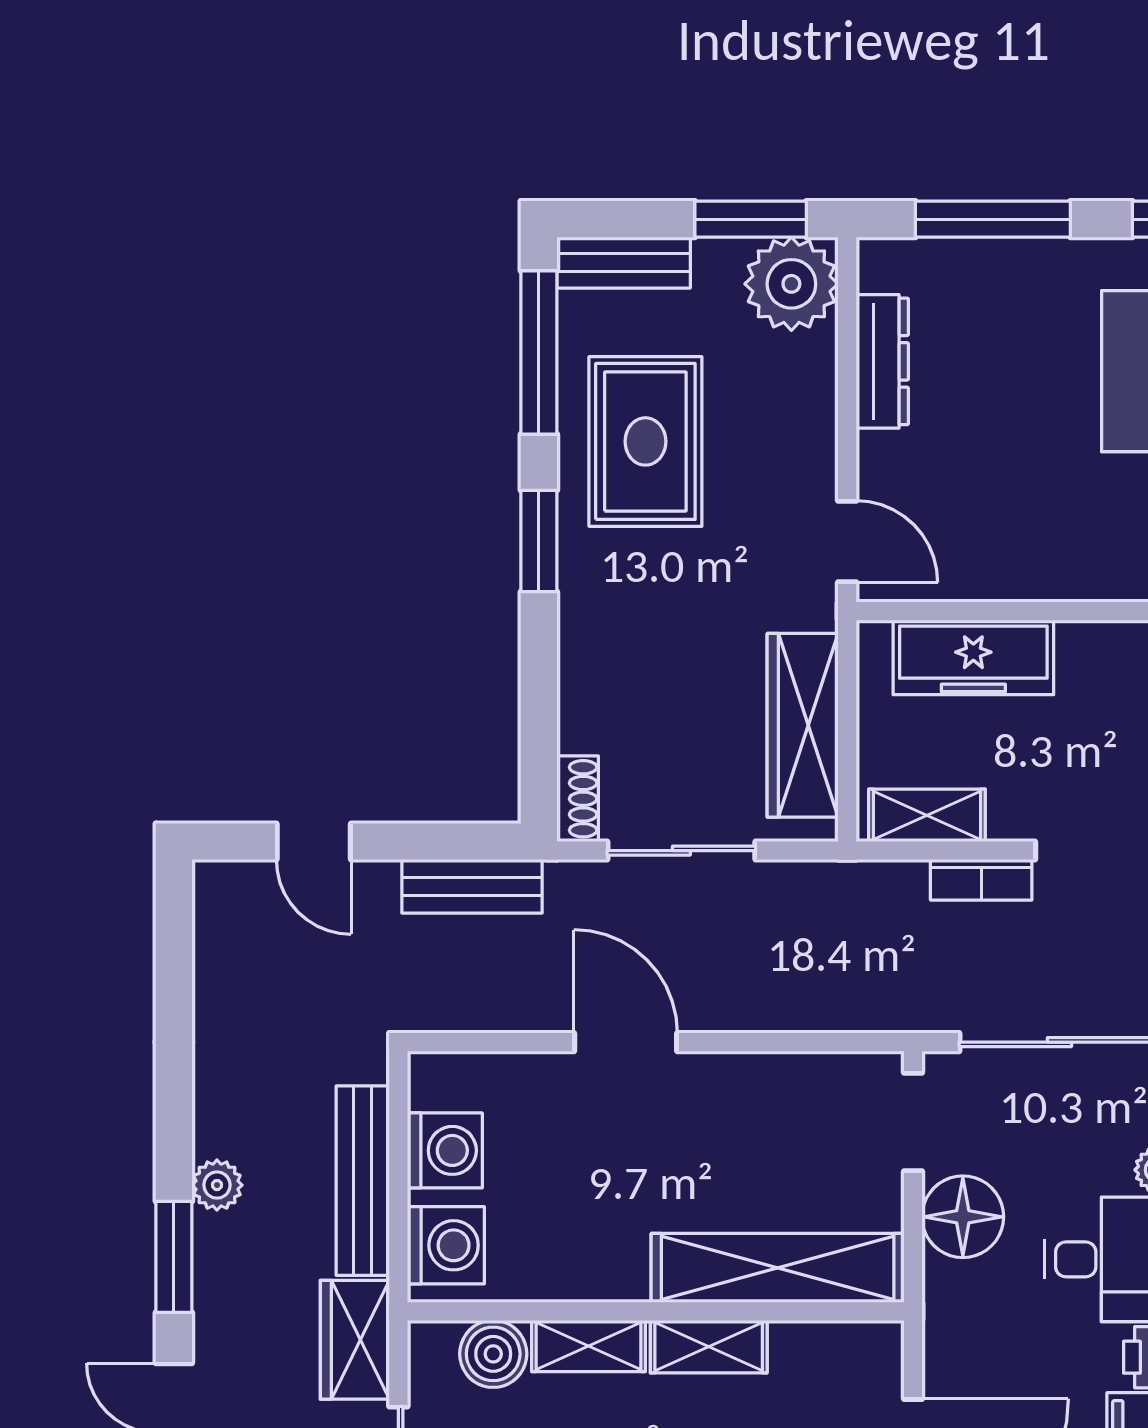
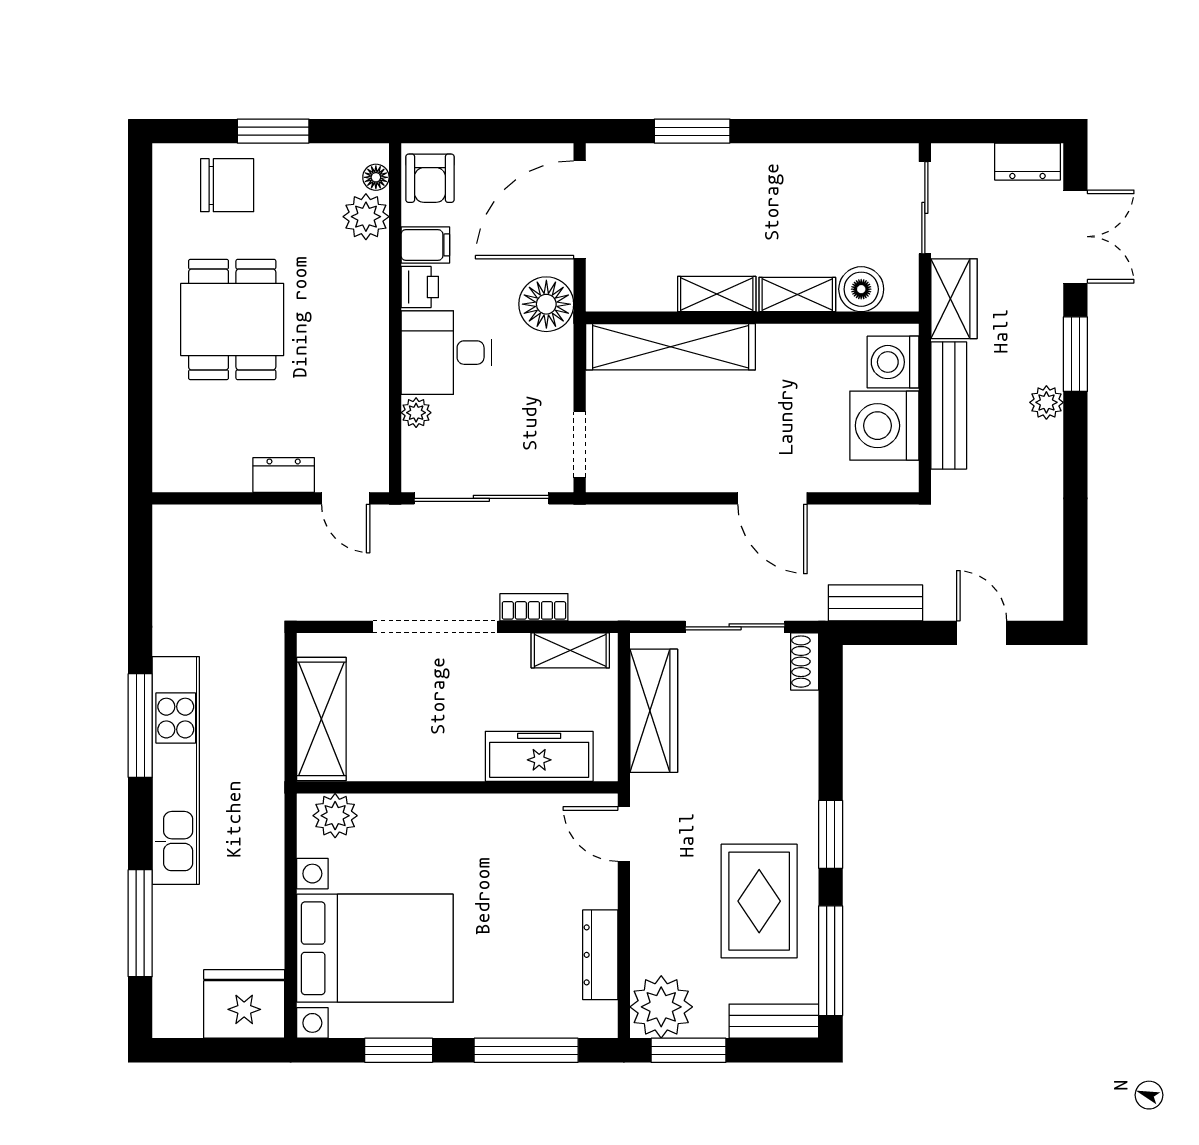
washing machine: (445, 1150) -> (884, 426), width x1.37, depth x1.37
floor lamp: (963, 1217) -> (546, 304), moved

